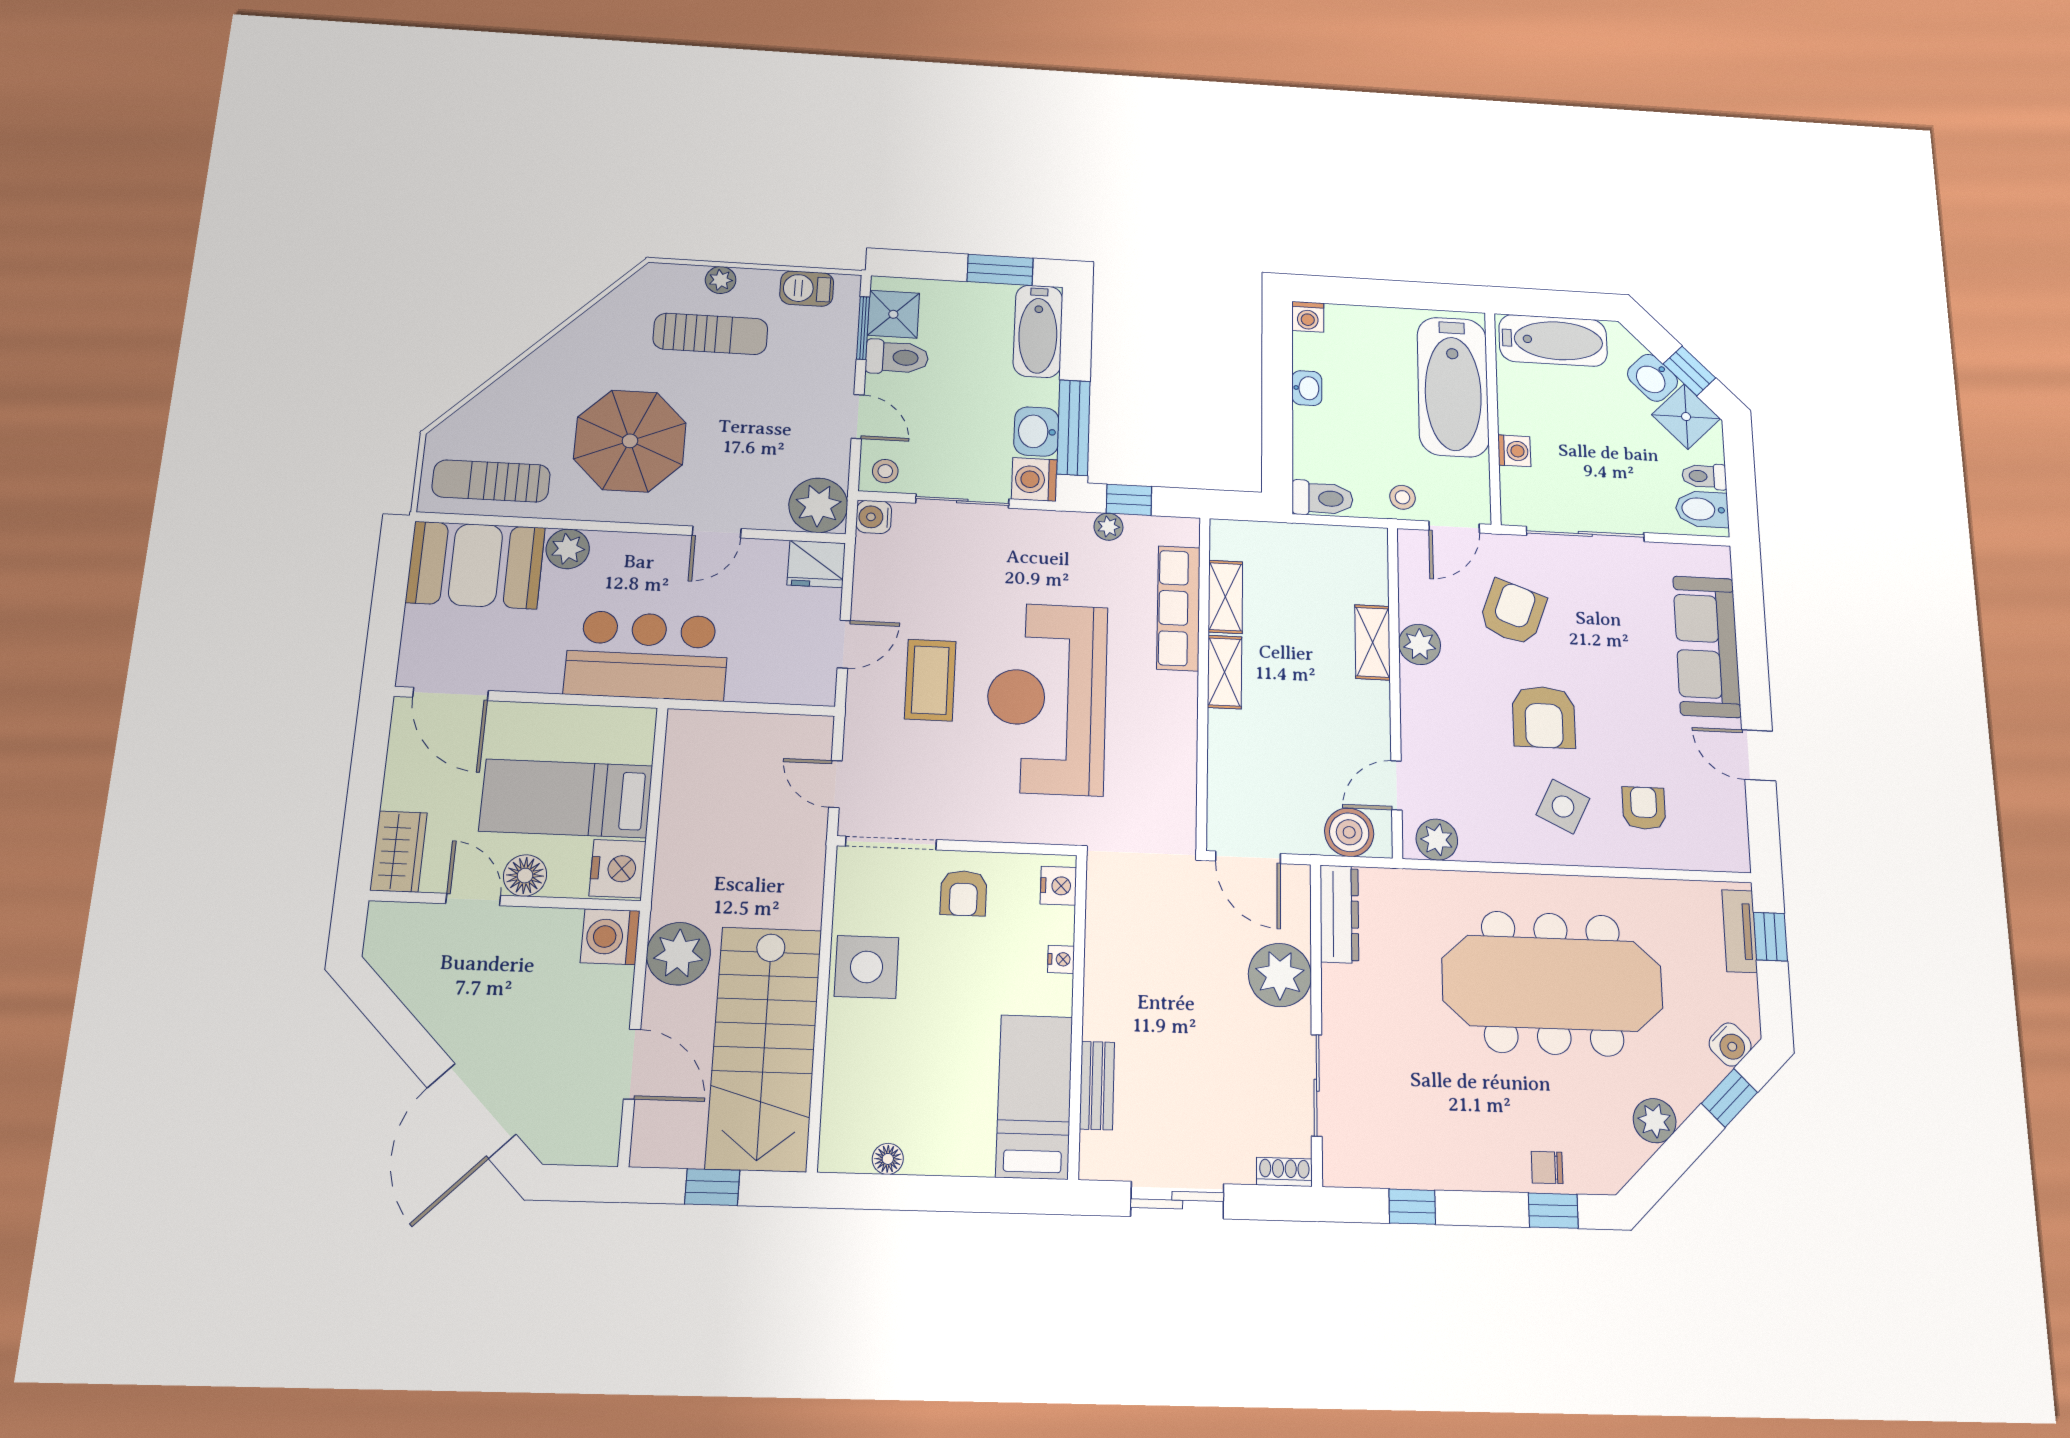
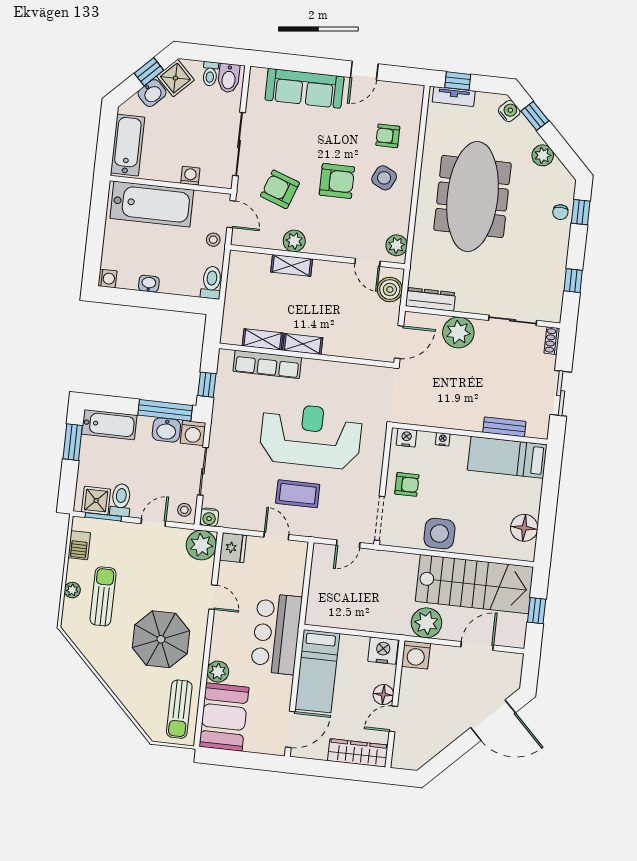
plant: (1108, 527) -> (221, 397), removed
reception desk: (1047, 698) -> (311, 436), turned 180
bed: (566, 798) -> (317, 671), moved
wardrobe: (398, 851) -> (358, 753), width x1.50
floor lamp: (888, 1159) -> (524, 528), width x1.89, depth x1.89

